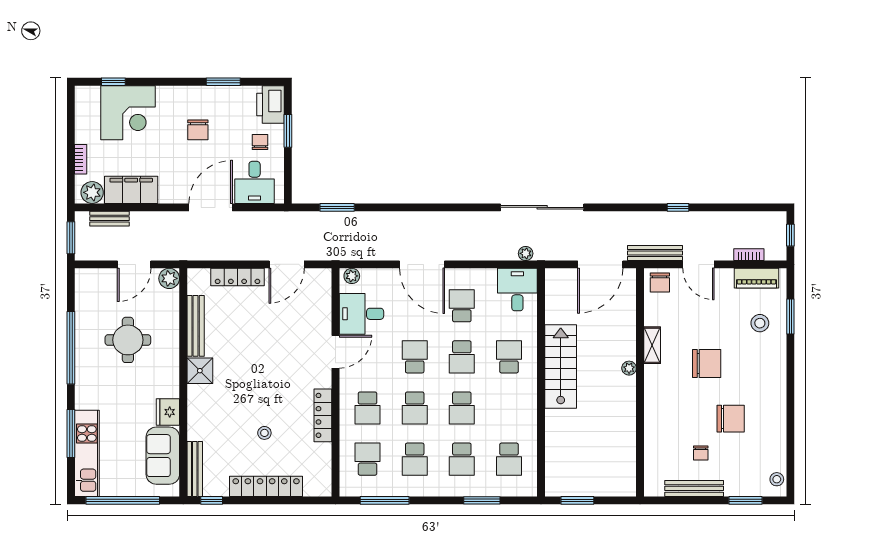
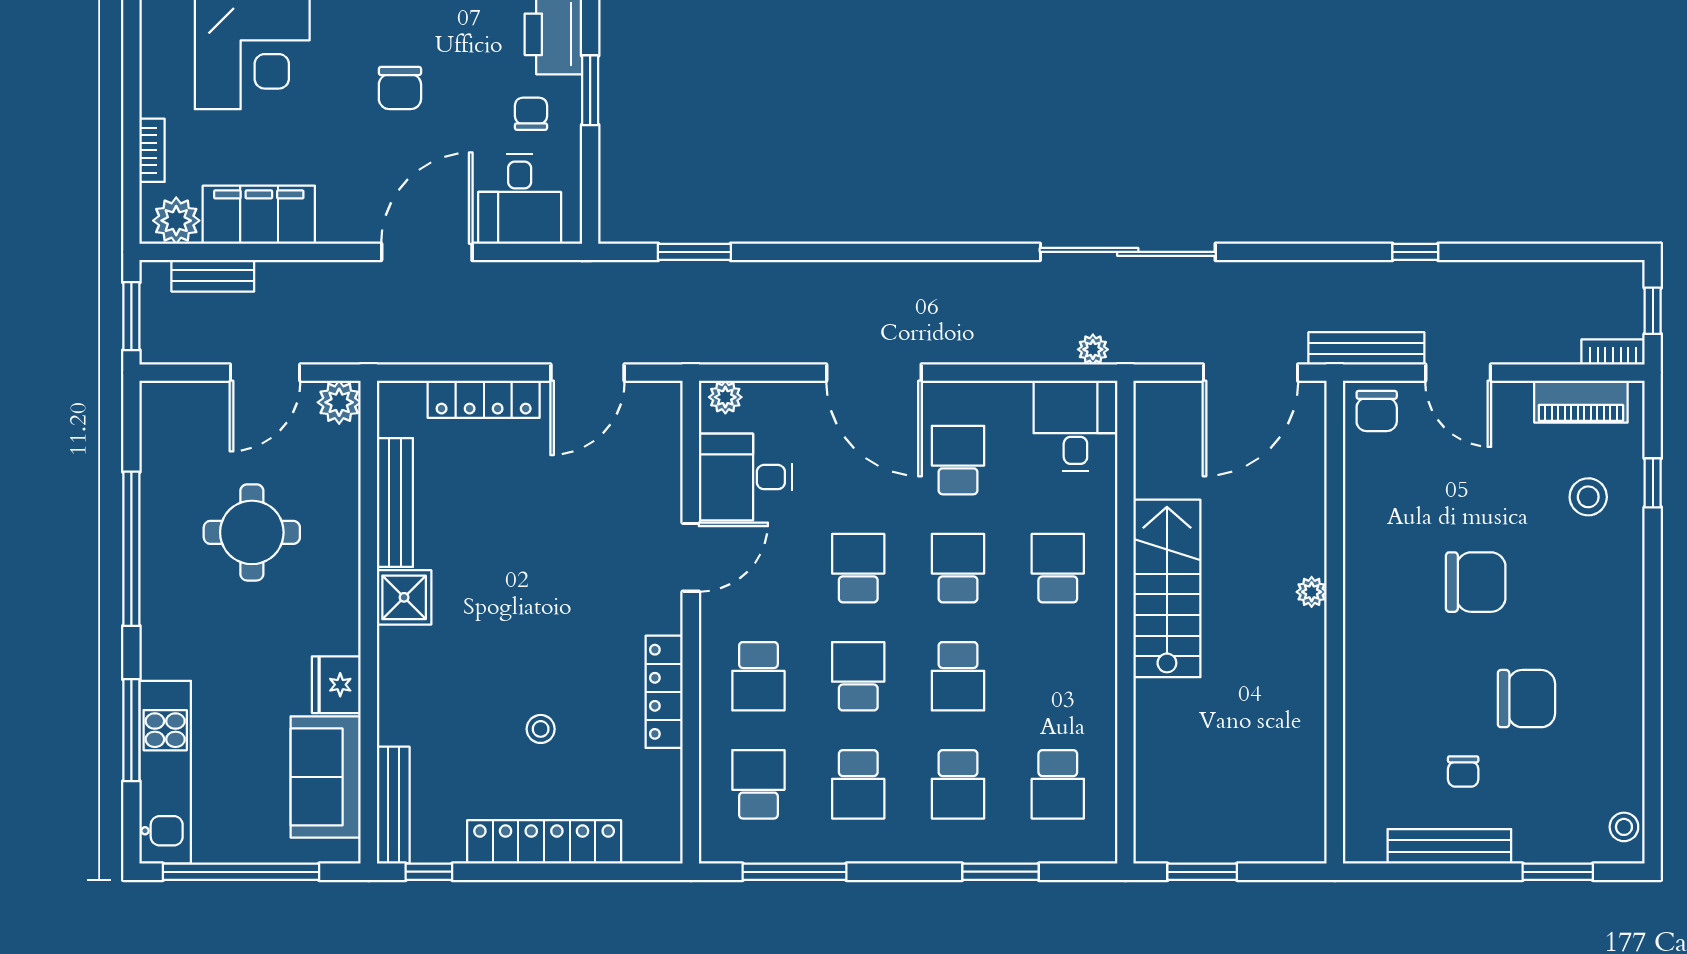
bookcase: (749, 255) -> (1613, 352), moved
window: (790, 316) -> (1653, 483), width x0.67
shelving: (652, 345) -> (1360, 543), removed
school desk: (462, 357) -> (958, 568), turned 180
school desk: (415, 408) -> (858, 676), turned 180

